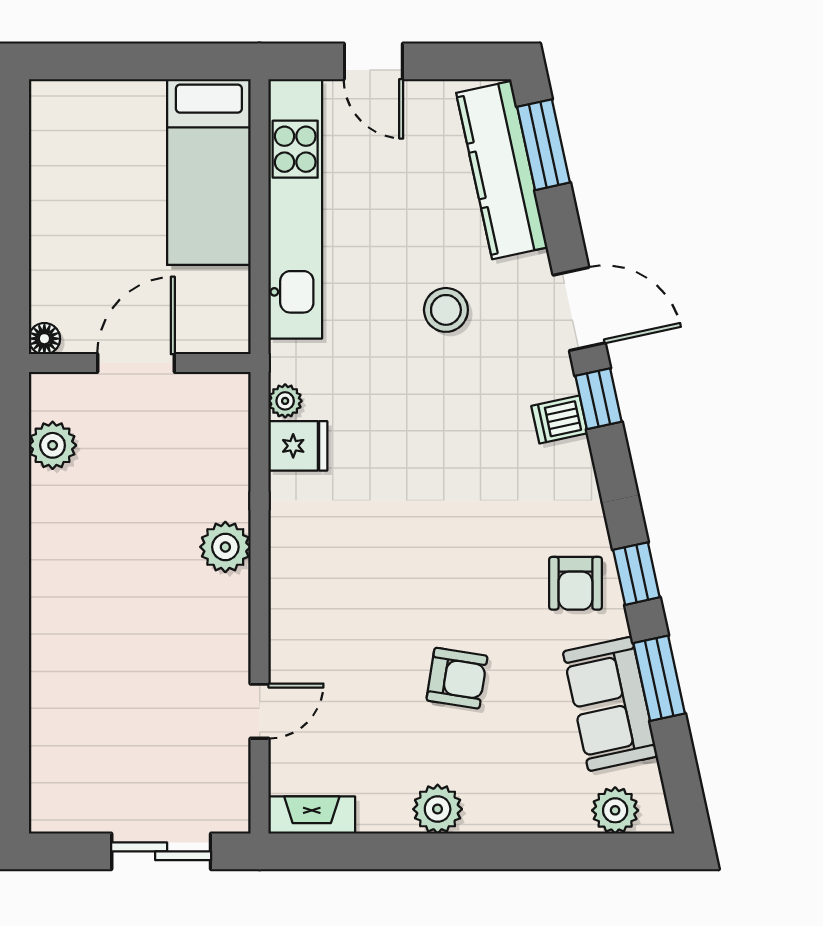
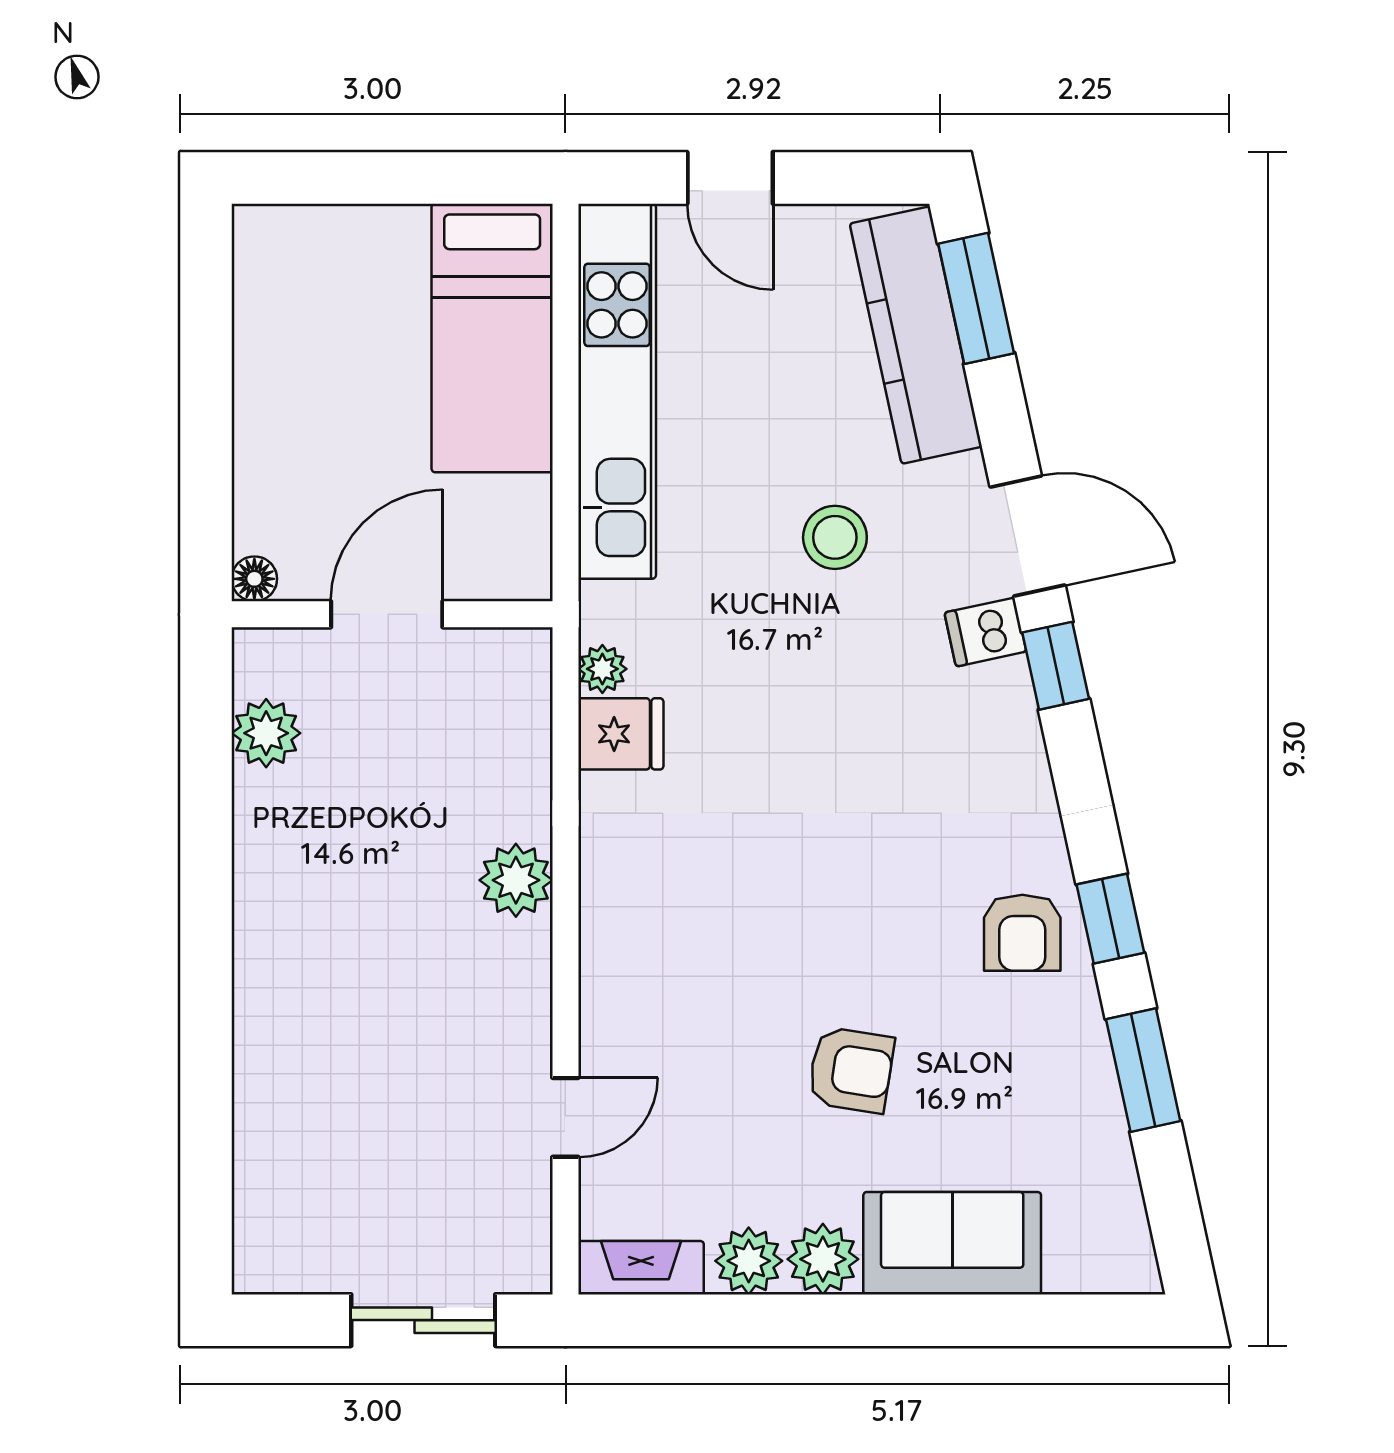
dishwasher: (559, 420) -> (985, 632), moved
sofa: (610, 704) -> (952, 1243), moved, turned 102
plant: (615, 810) -> (749, 1261), moved

